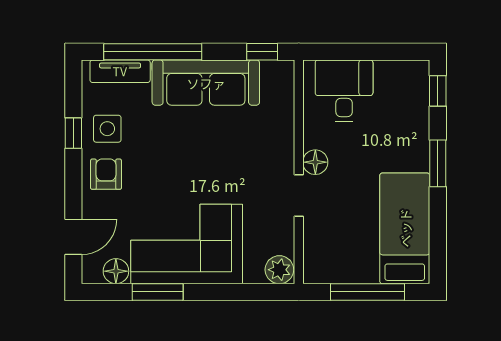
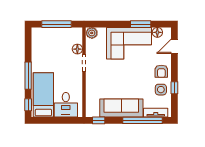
floor lamp: (315, 162) -> (77, 49), moved
window: (438, 163) -> (28, 76), width x1.44
bed: (405, 228) -> (43, 95), moved, turned 180

